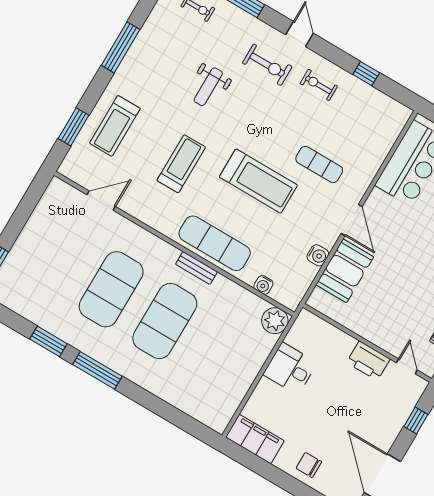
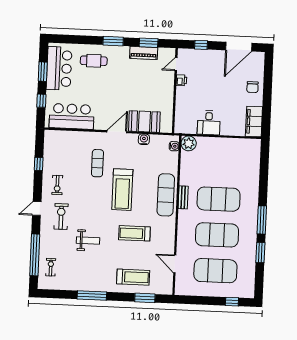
treadmill: (258, 181) -> (122, 190), turned 180
exercise mat: (57, 257) -> (215, 271), added
water cooler: (263, 285) -> (174, 146), moved
printer: (368, 361) -> (181, 80), width x0.53, depth x0.68

